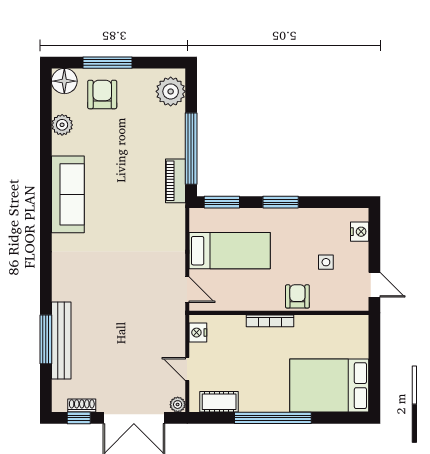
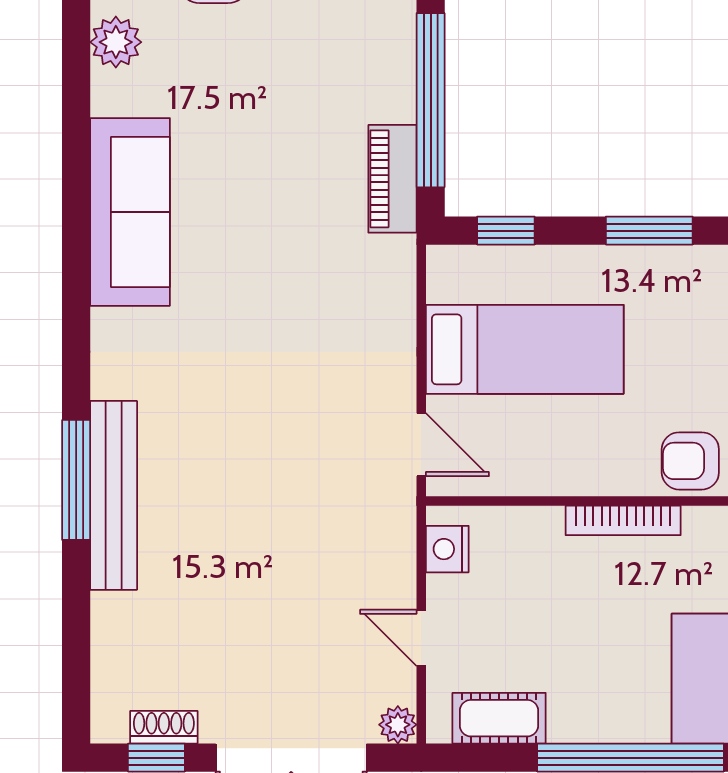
window: (222, 202) -> (506, 231), width x0.67
armchair: (297, 296) -> (690, 461), turned -90
window: (46, 339) -> (76, 480), moved
bench: (61, 340) -> (114, 495), moved

